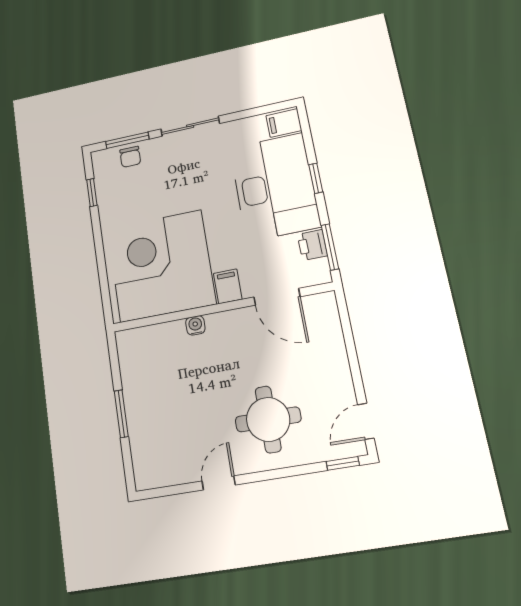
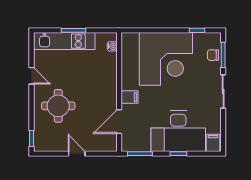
printer: (312, 245) -> (143, 145), removed
corner desk: (161, 266) -> (166, 59), moved, turned 90
water cooler: (195, 325) -> (112, 46), moved
door: (366, 421) -> (77, 154), moved
kitchen unit: (143, 428) -> (64, 41), added

